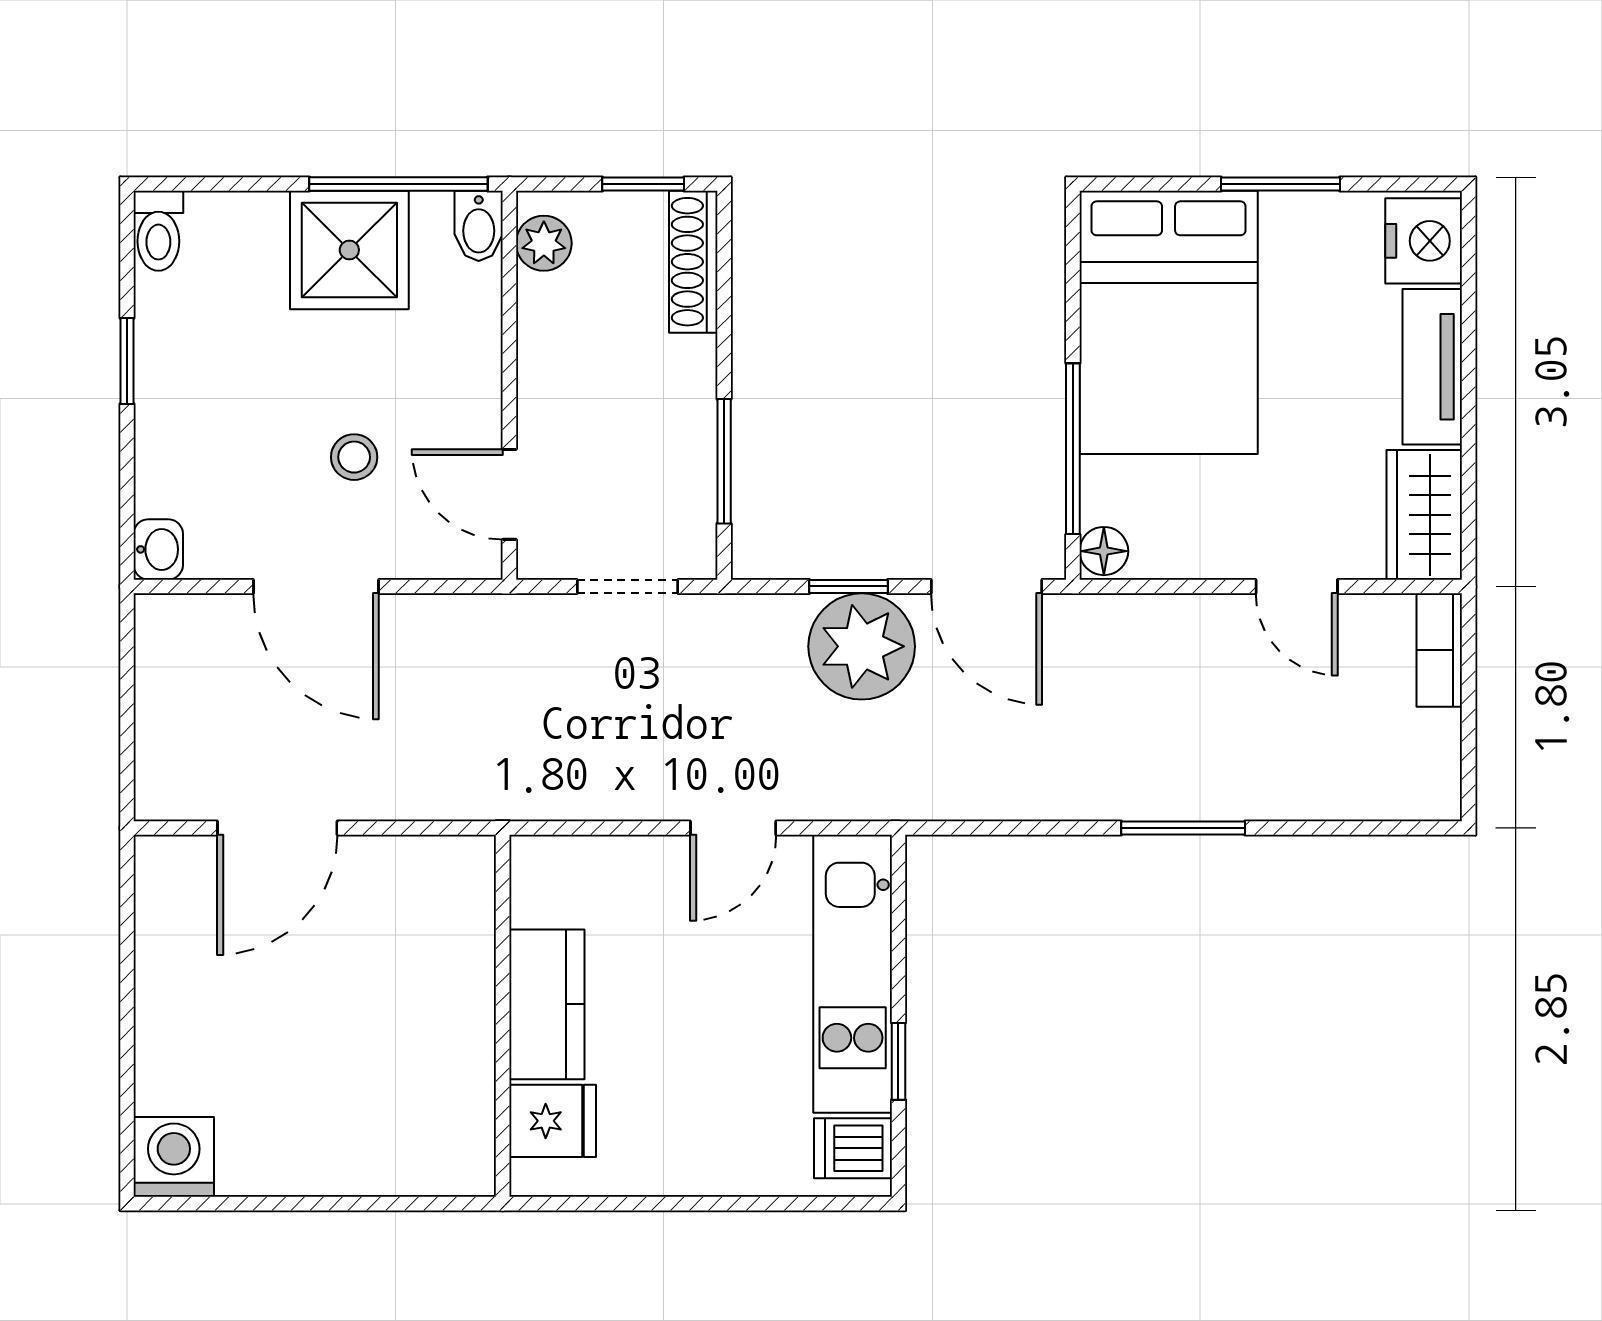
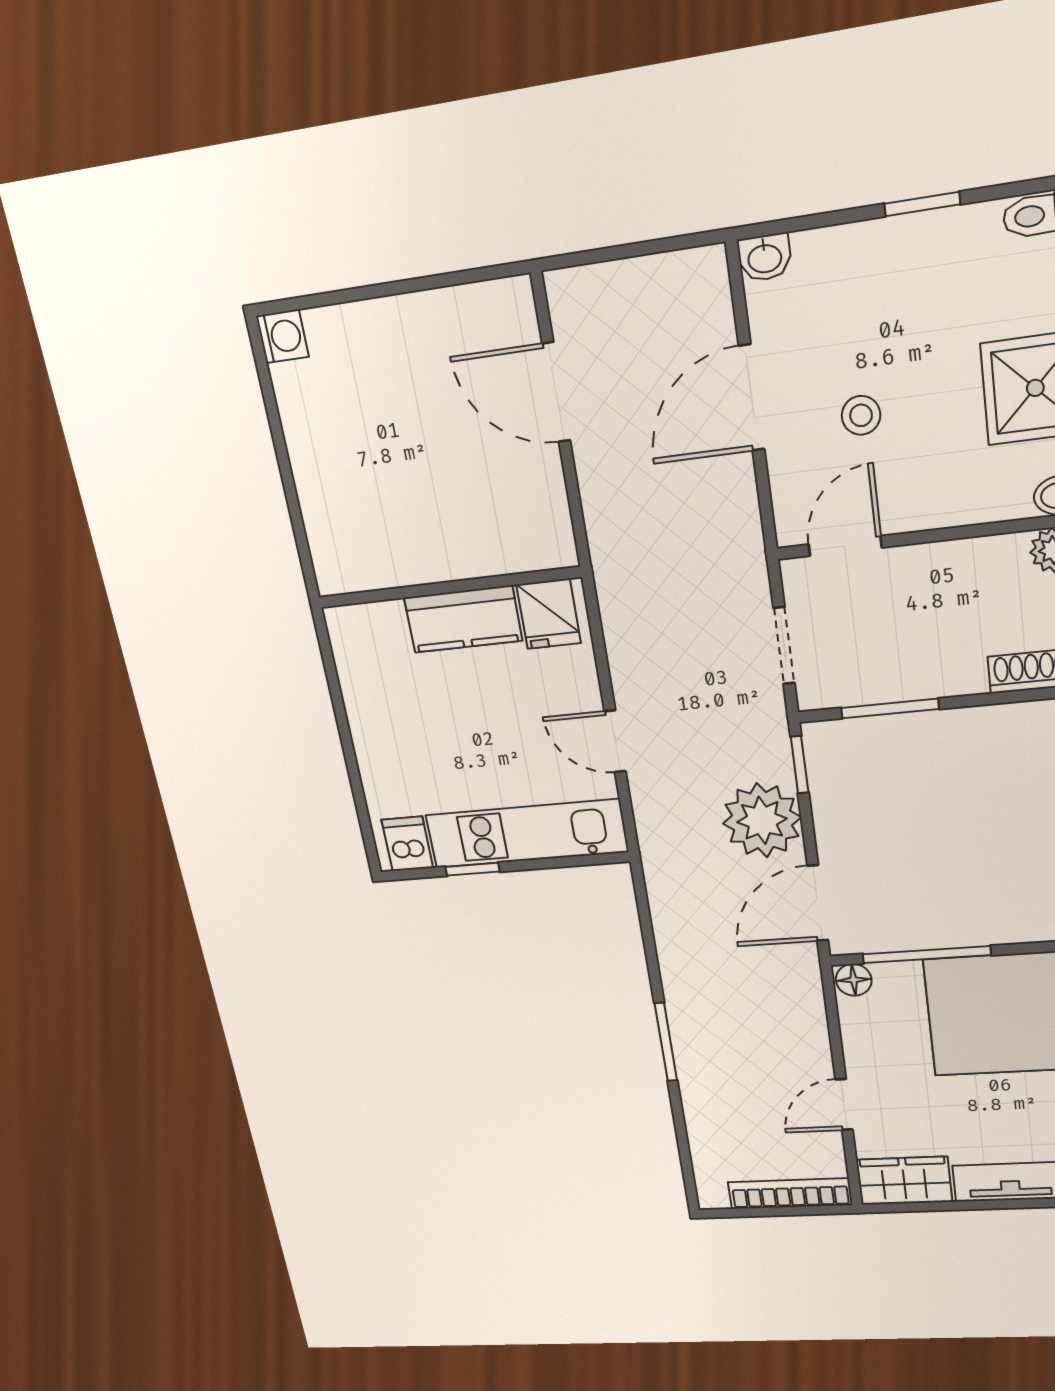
window: (848, 586) -> (800, 765), moved
bookcase: (1439, 650) -> (790, 1194), width x1.56
fridge: (553, 1121) -> (549, 614), moved
washing machine: (174, 1157) -> (282, 336), width x0.73, depth x0.73

